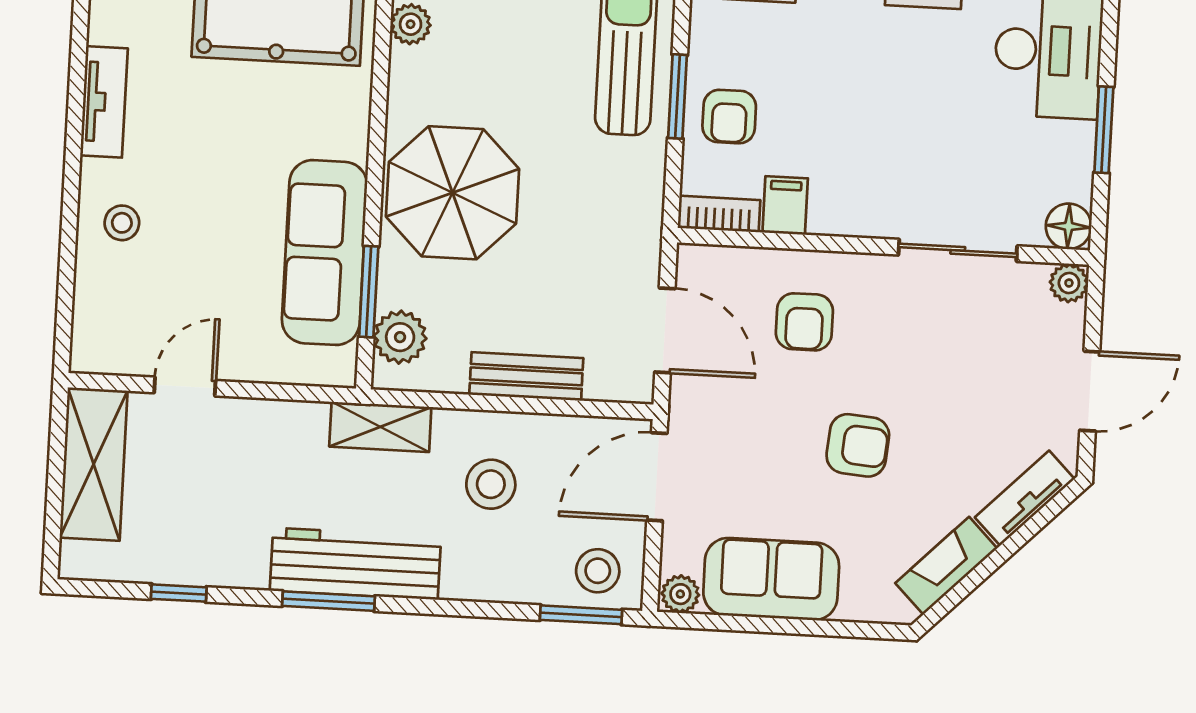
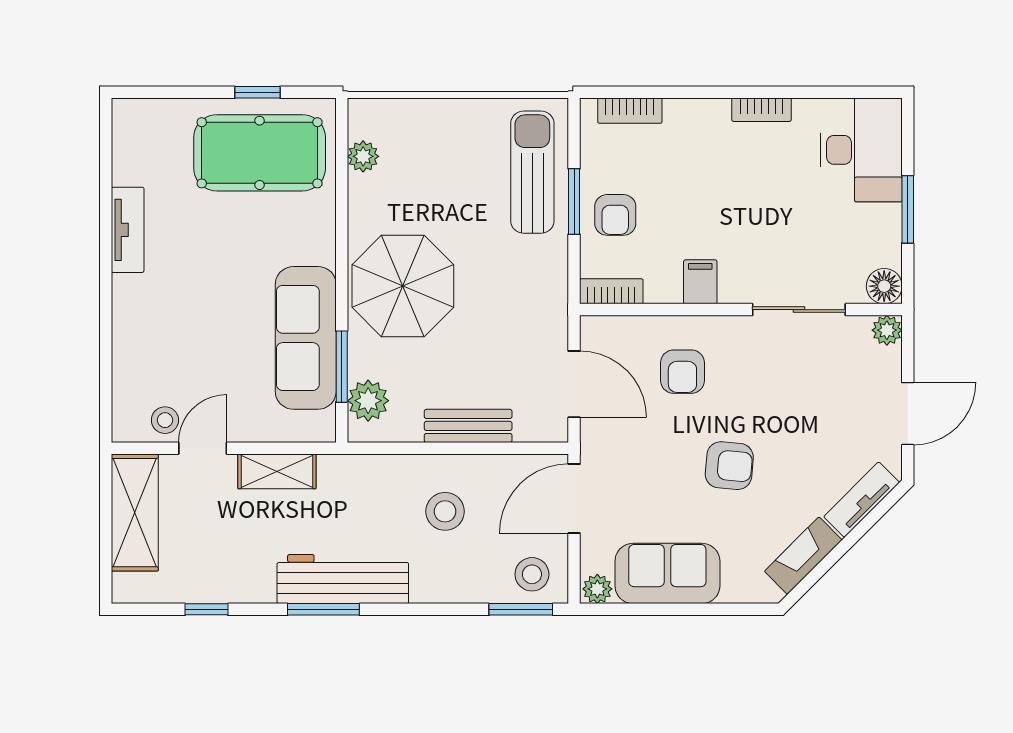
filing cabinet: (785, 205) -> (700, 282), moved
stool: (122, 223) -> (165, 420), moved
shelving: (380, 427) -> (277, 471), moved

